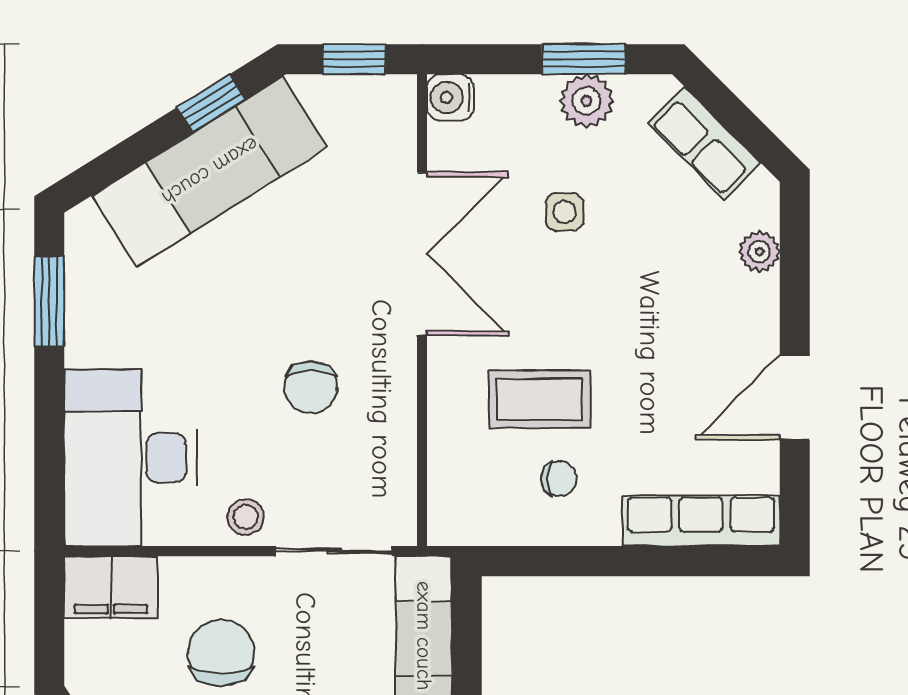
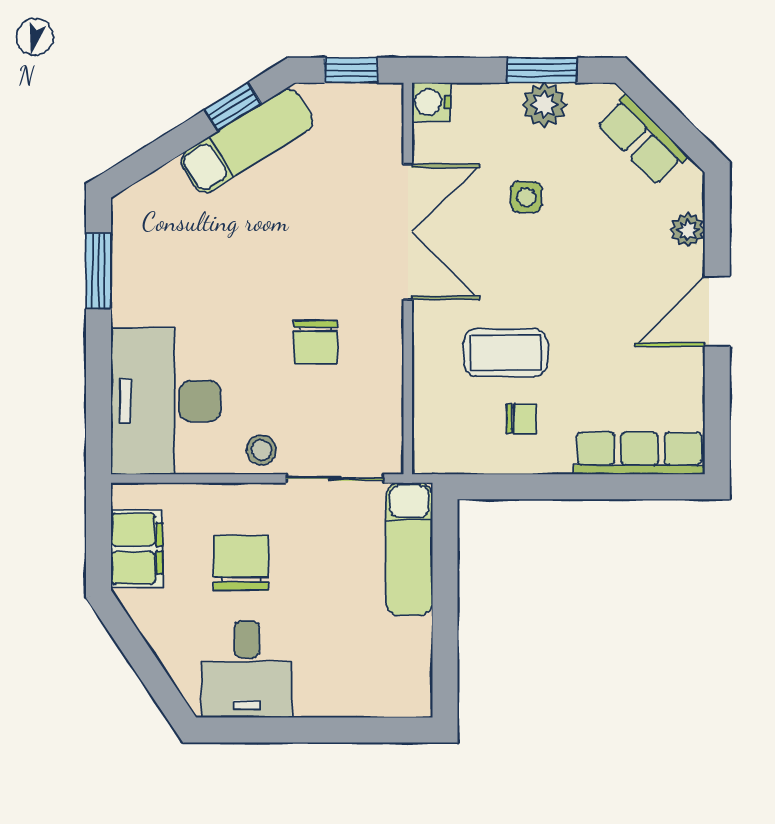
exam couch: (210, 171) -> (247, 141), width x0.73, depth x0.69
door: (795, 397) -> (717, 311), moved
filing cabinet: (111, 587) -> (137, 549), moved, turned -90

